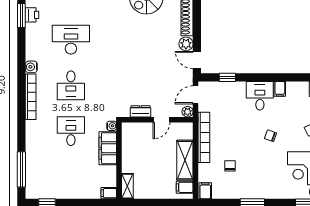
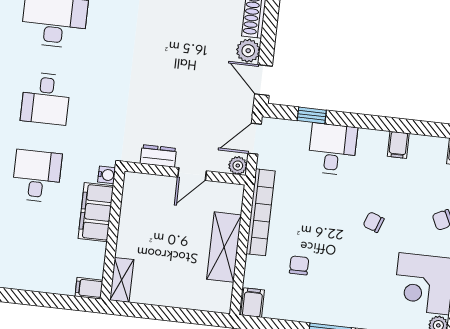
desk: (260, 96) -> (332, 149), moved
filing cabinet: (185, 187) -> (218, 293), removed

